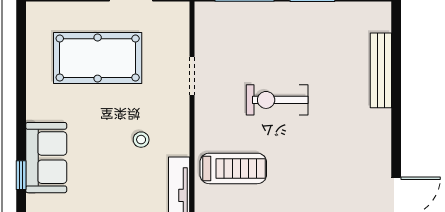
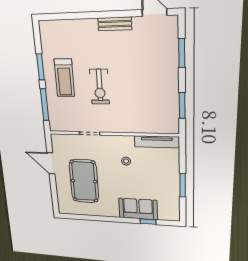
bench: (381, 70) -> (115, 24), moved, width x0.73
treadmill: (233, 168) -> (64, 78), moved, turned 180

